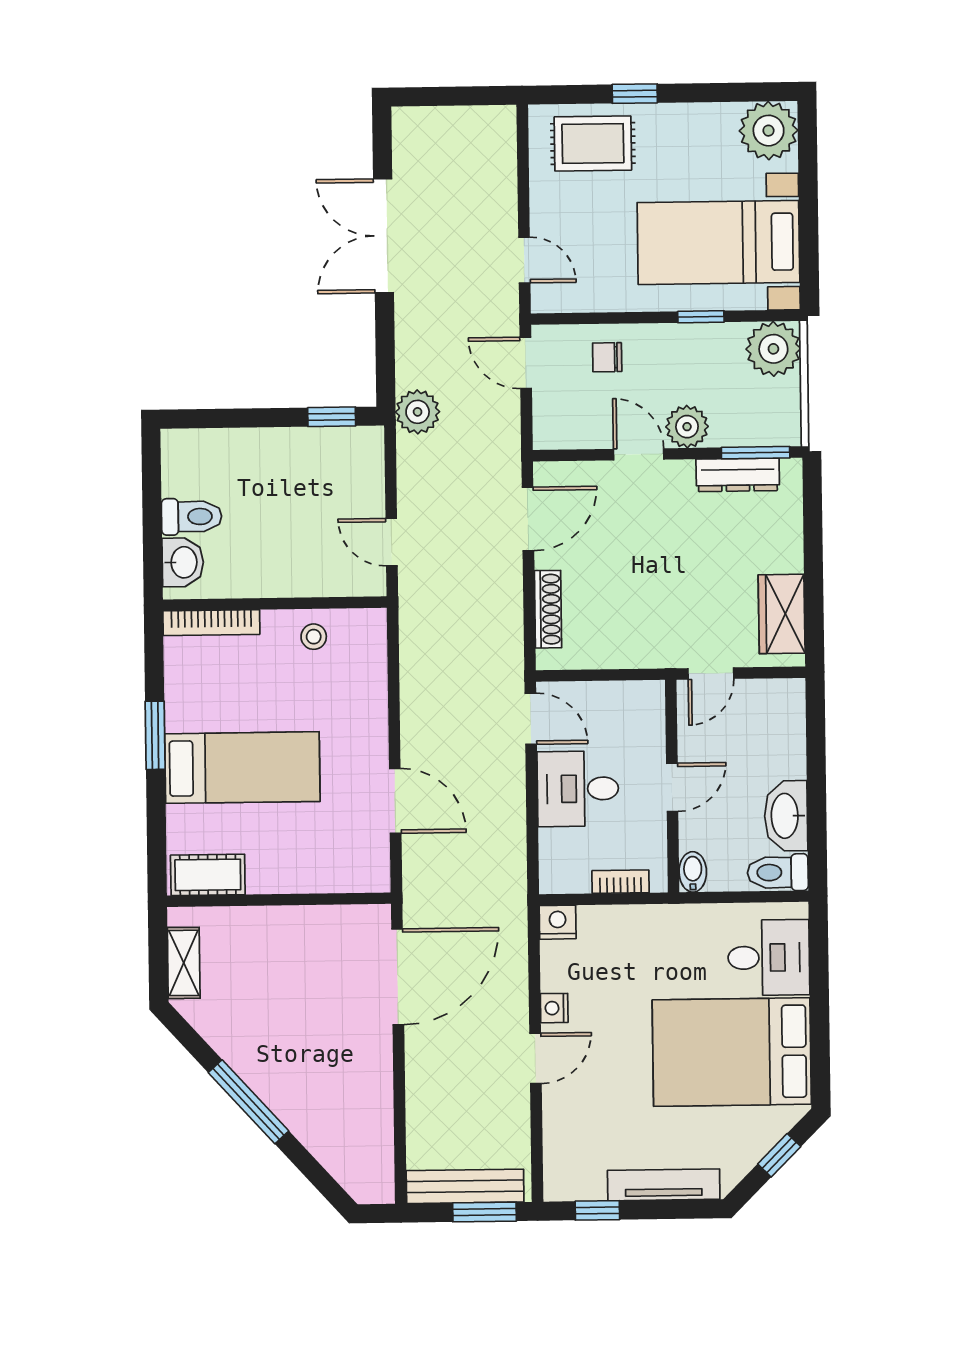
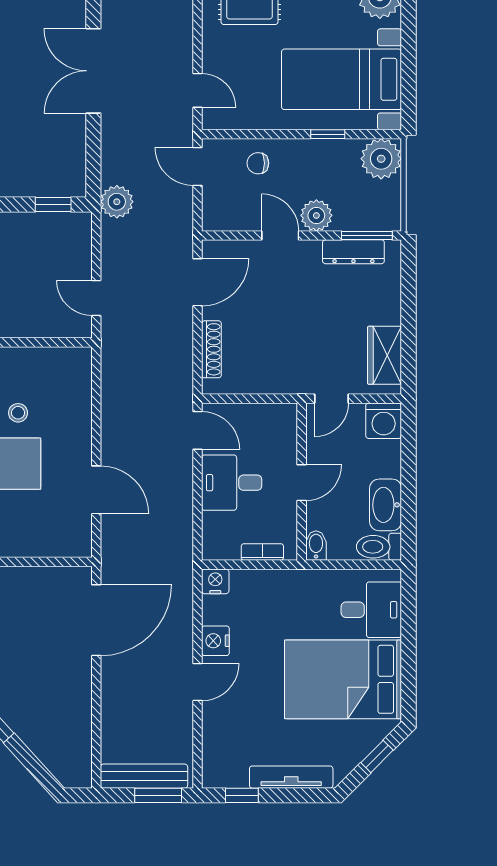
stool: (314, 637) -> (18, 413), moved
washing machine: (782, 702) -> (384, 421), added
nightstand: (554, 1008) -> (215, 641), width x1.39, depth x1.35

